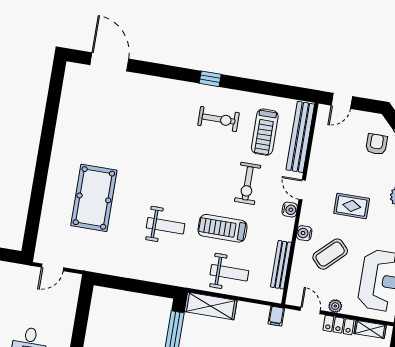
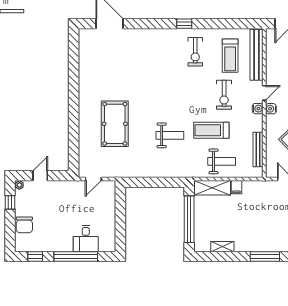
exercise bike: (219, 119) -> (195, 52), turned 90
door: (302, 190) -> (264, 93), swing flipped
water cooler: (304, 233) -> (271, 109), moved
filing cabinet: (276, 316) -> (236, 187), moved

